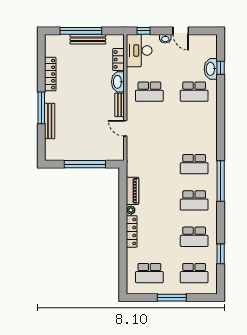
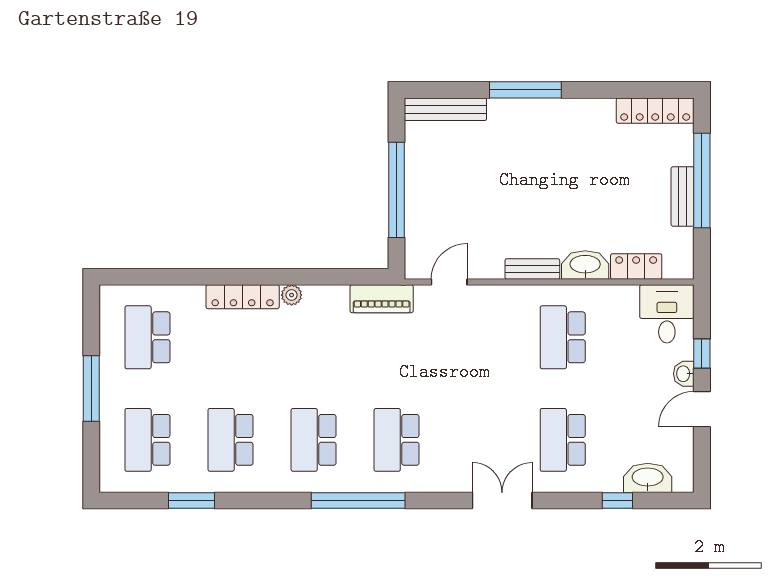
window: (143, 31) -> (702, 354), moved
bench: (88, 39) -> (683, 196), width x0.73
desk: (139, 51) -> (667, 314), width x0.73
washbasin: (211, 69) -> (648, 478), moved
locker: (50, 74) -> (655, 111), moved
double door: (221, 118) -> (502, 500), added
bench: (50, 121) -> (445, 109), moved
door: (125, 128) -> (449, 282), moved
piano: (132, 191) -> (382, 299), moved

